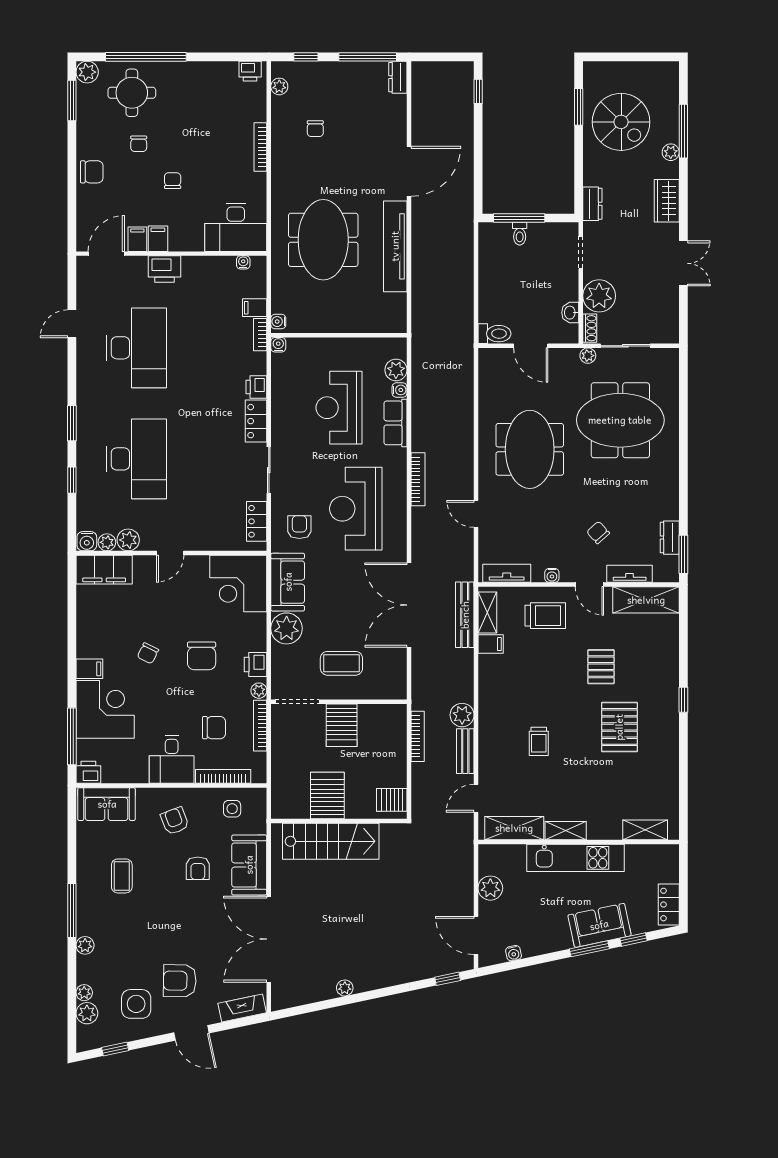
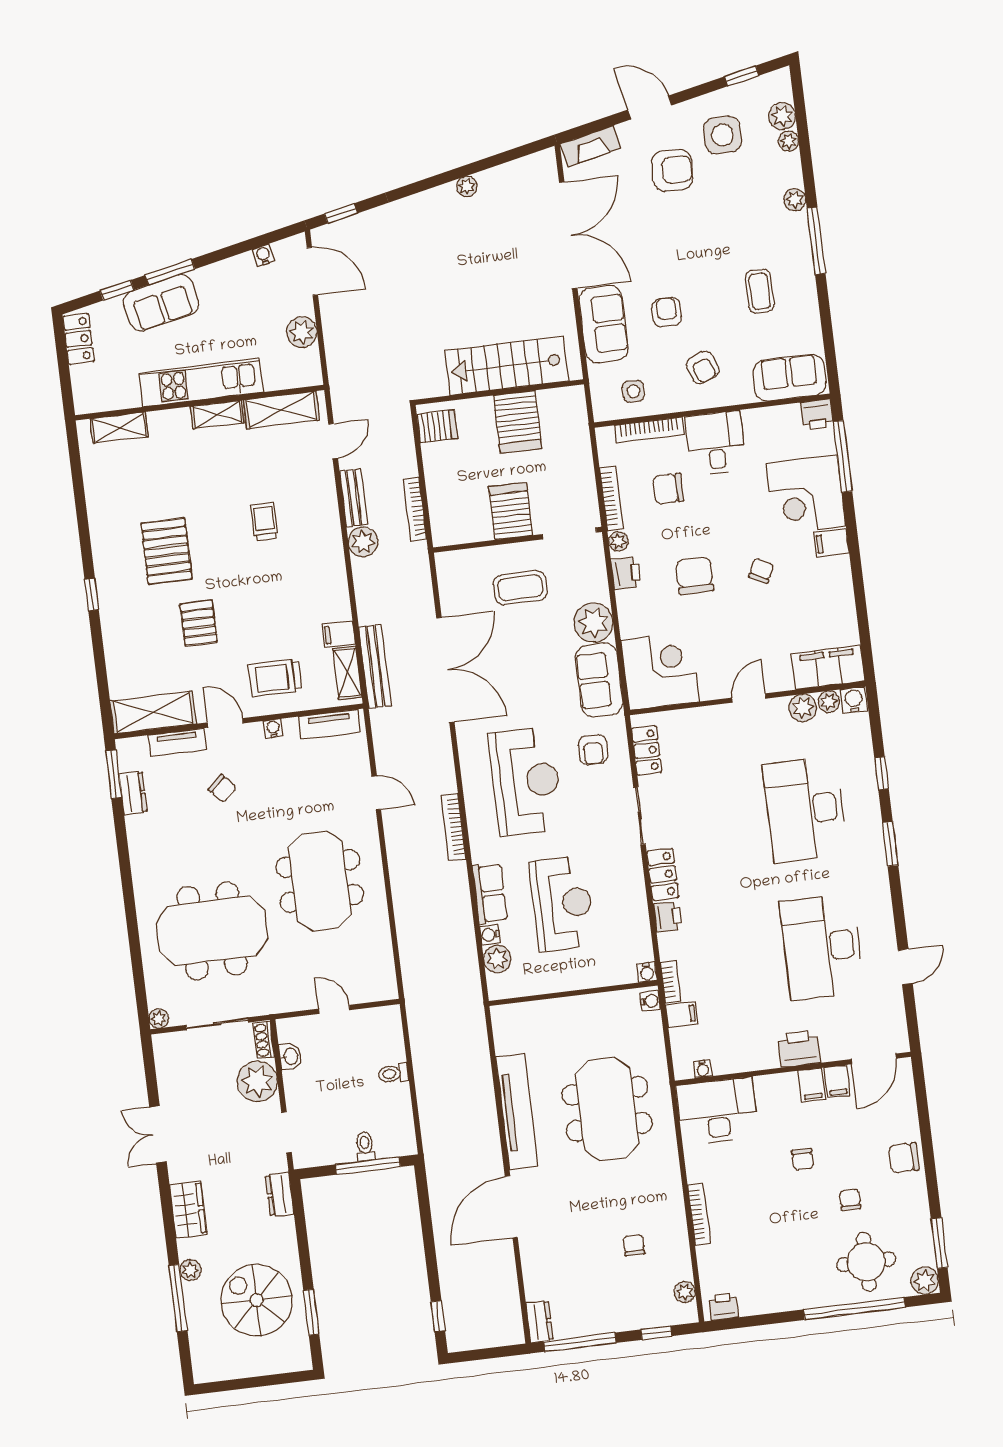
toilet: (494, 334) -> (393, 1073), moved, width x0.73, depth x0.72
door: (531, 346) -> (334, 1009), width x0.73
plant: (588, 356) -> (159, 1018), moved

